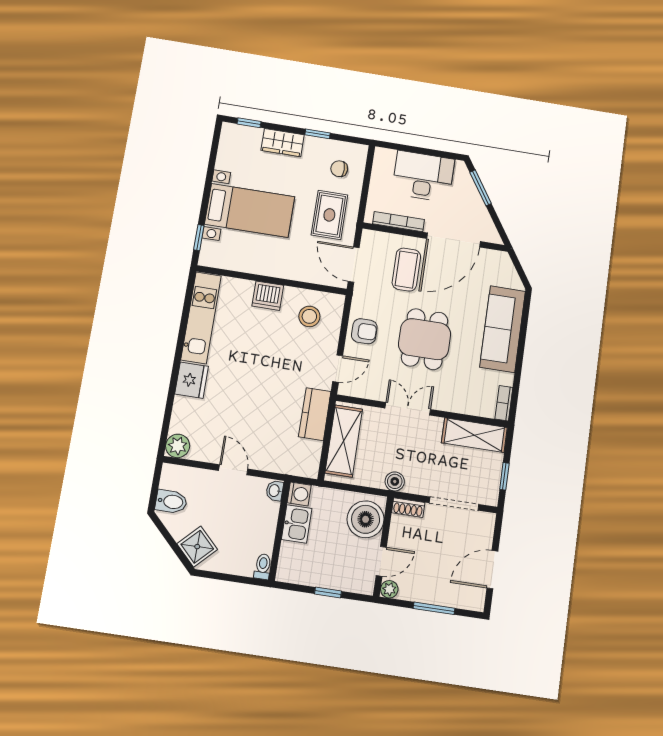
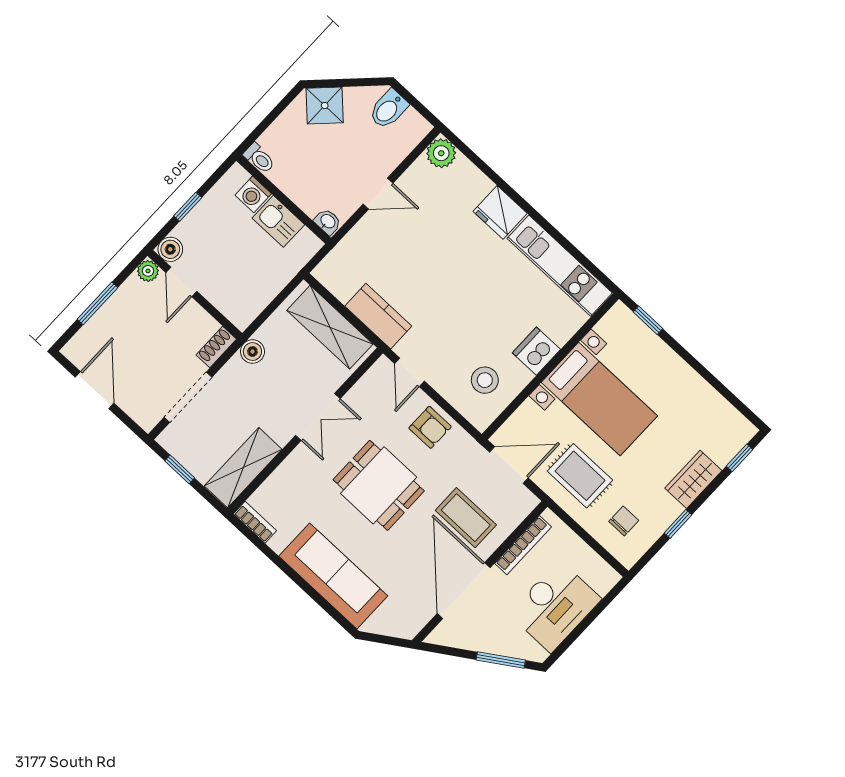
bed with nightstands: (250, 210) -> (599, 399), moved, turned -90
armchair: (364, 331) -> (430, 427), turned -90
washing machine: (299, 494) -> (253, 194), moved
boiler: (366, 519) -> (170, 249), moved, width x0.54, depth x0.54

